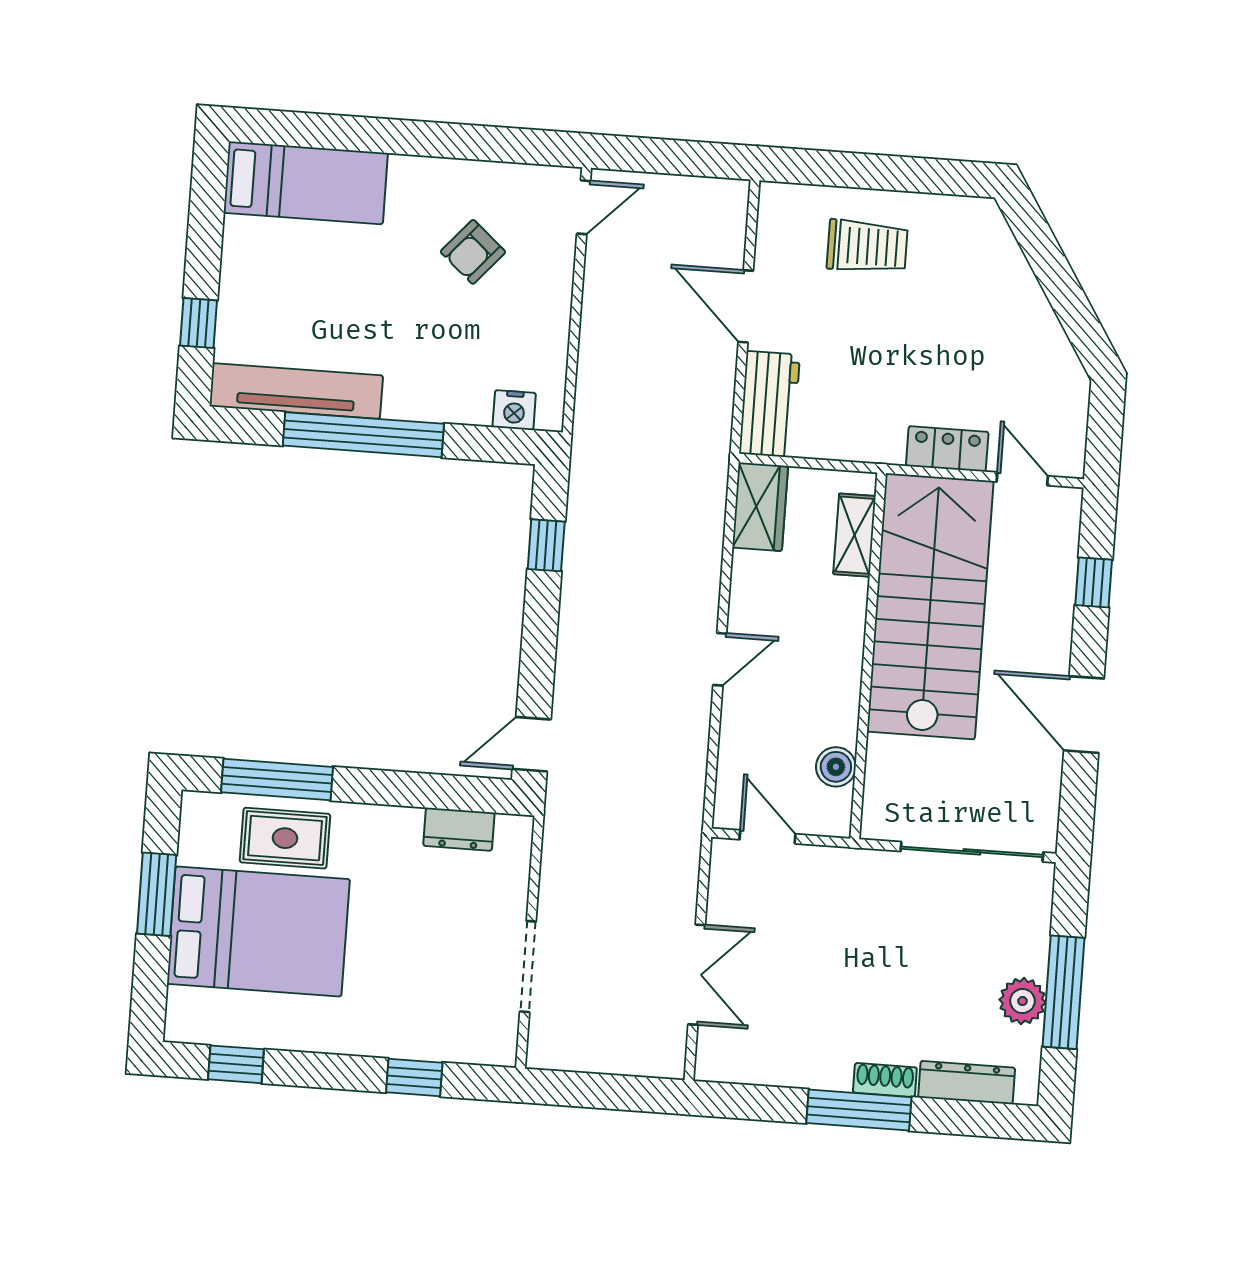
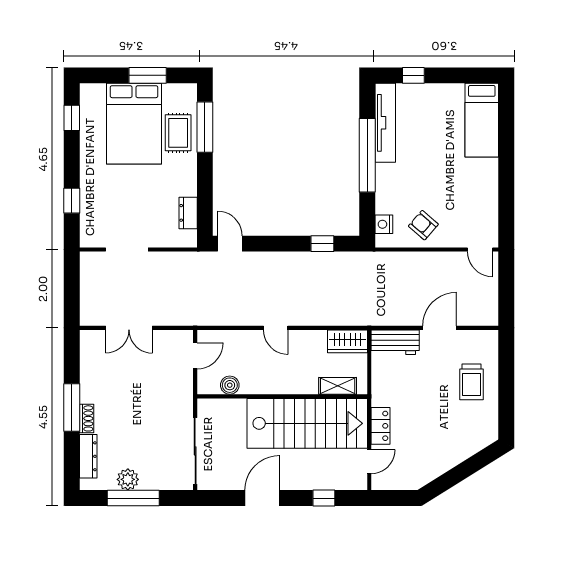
armchair: (473, 252) -> (423, 225), moved

